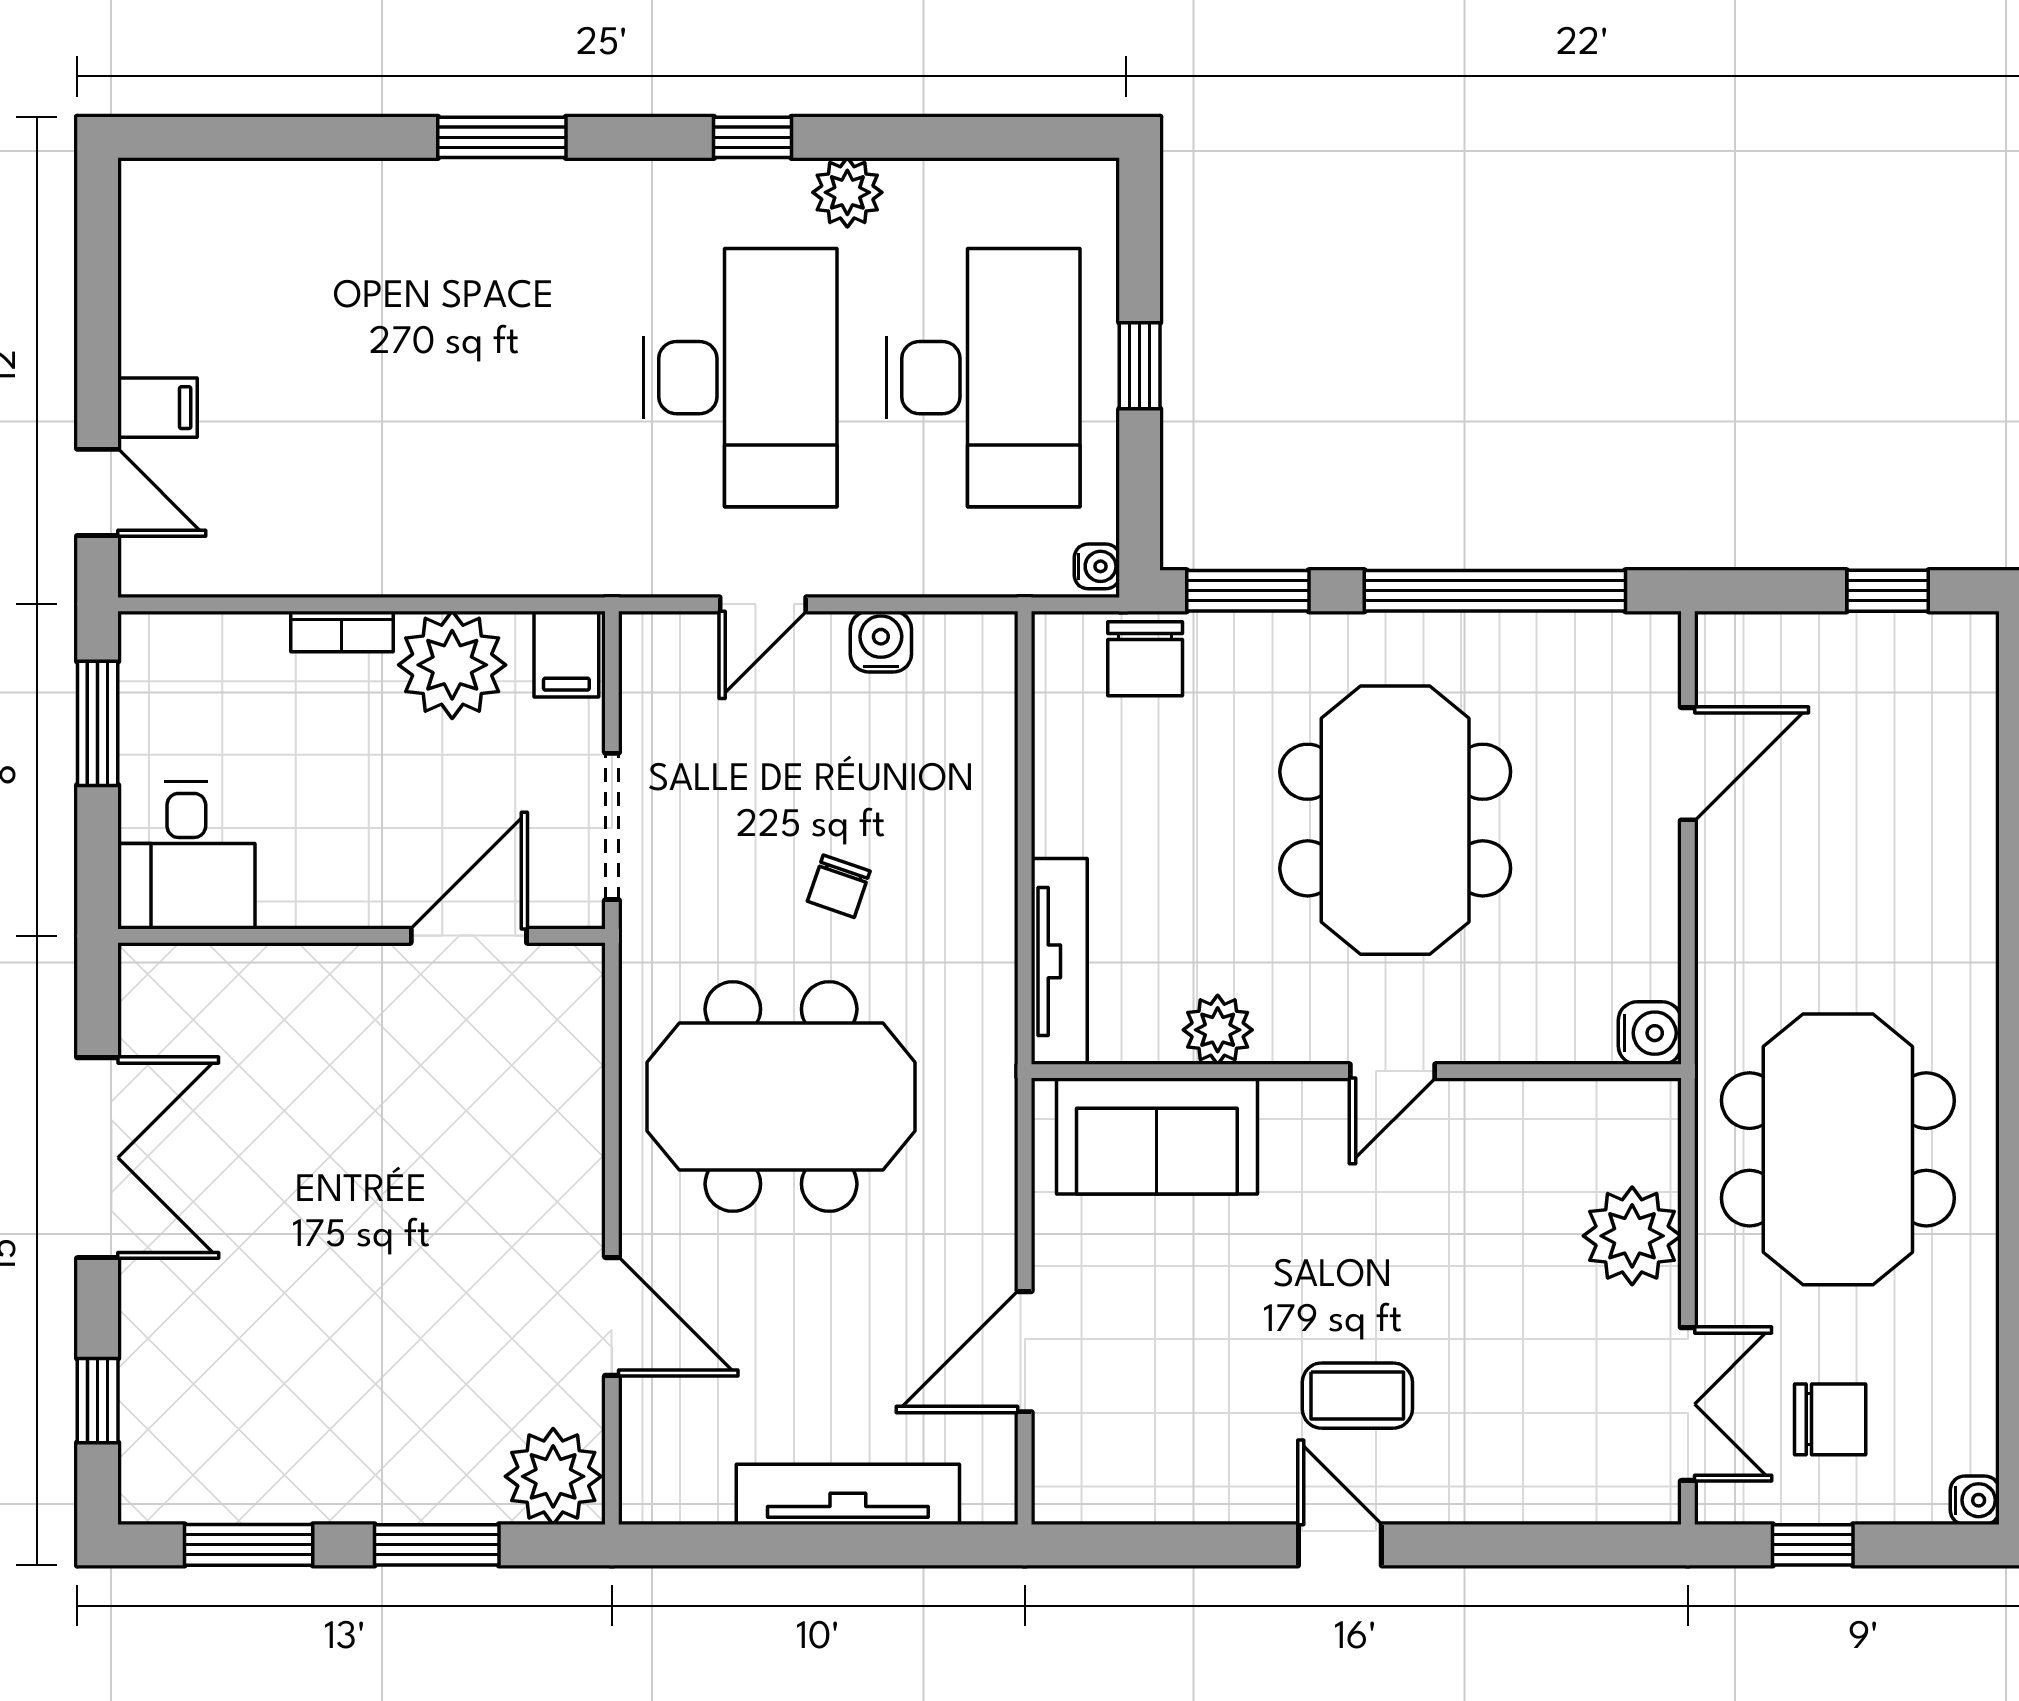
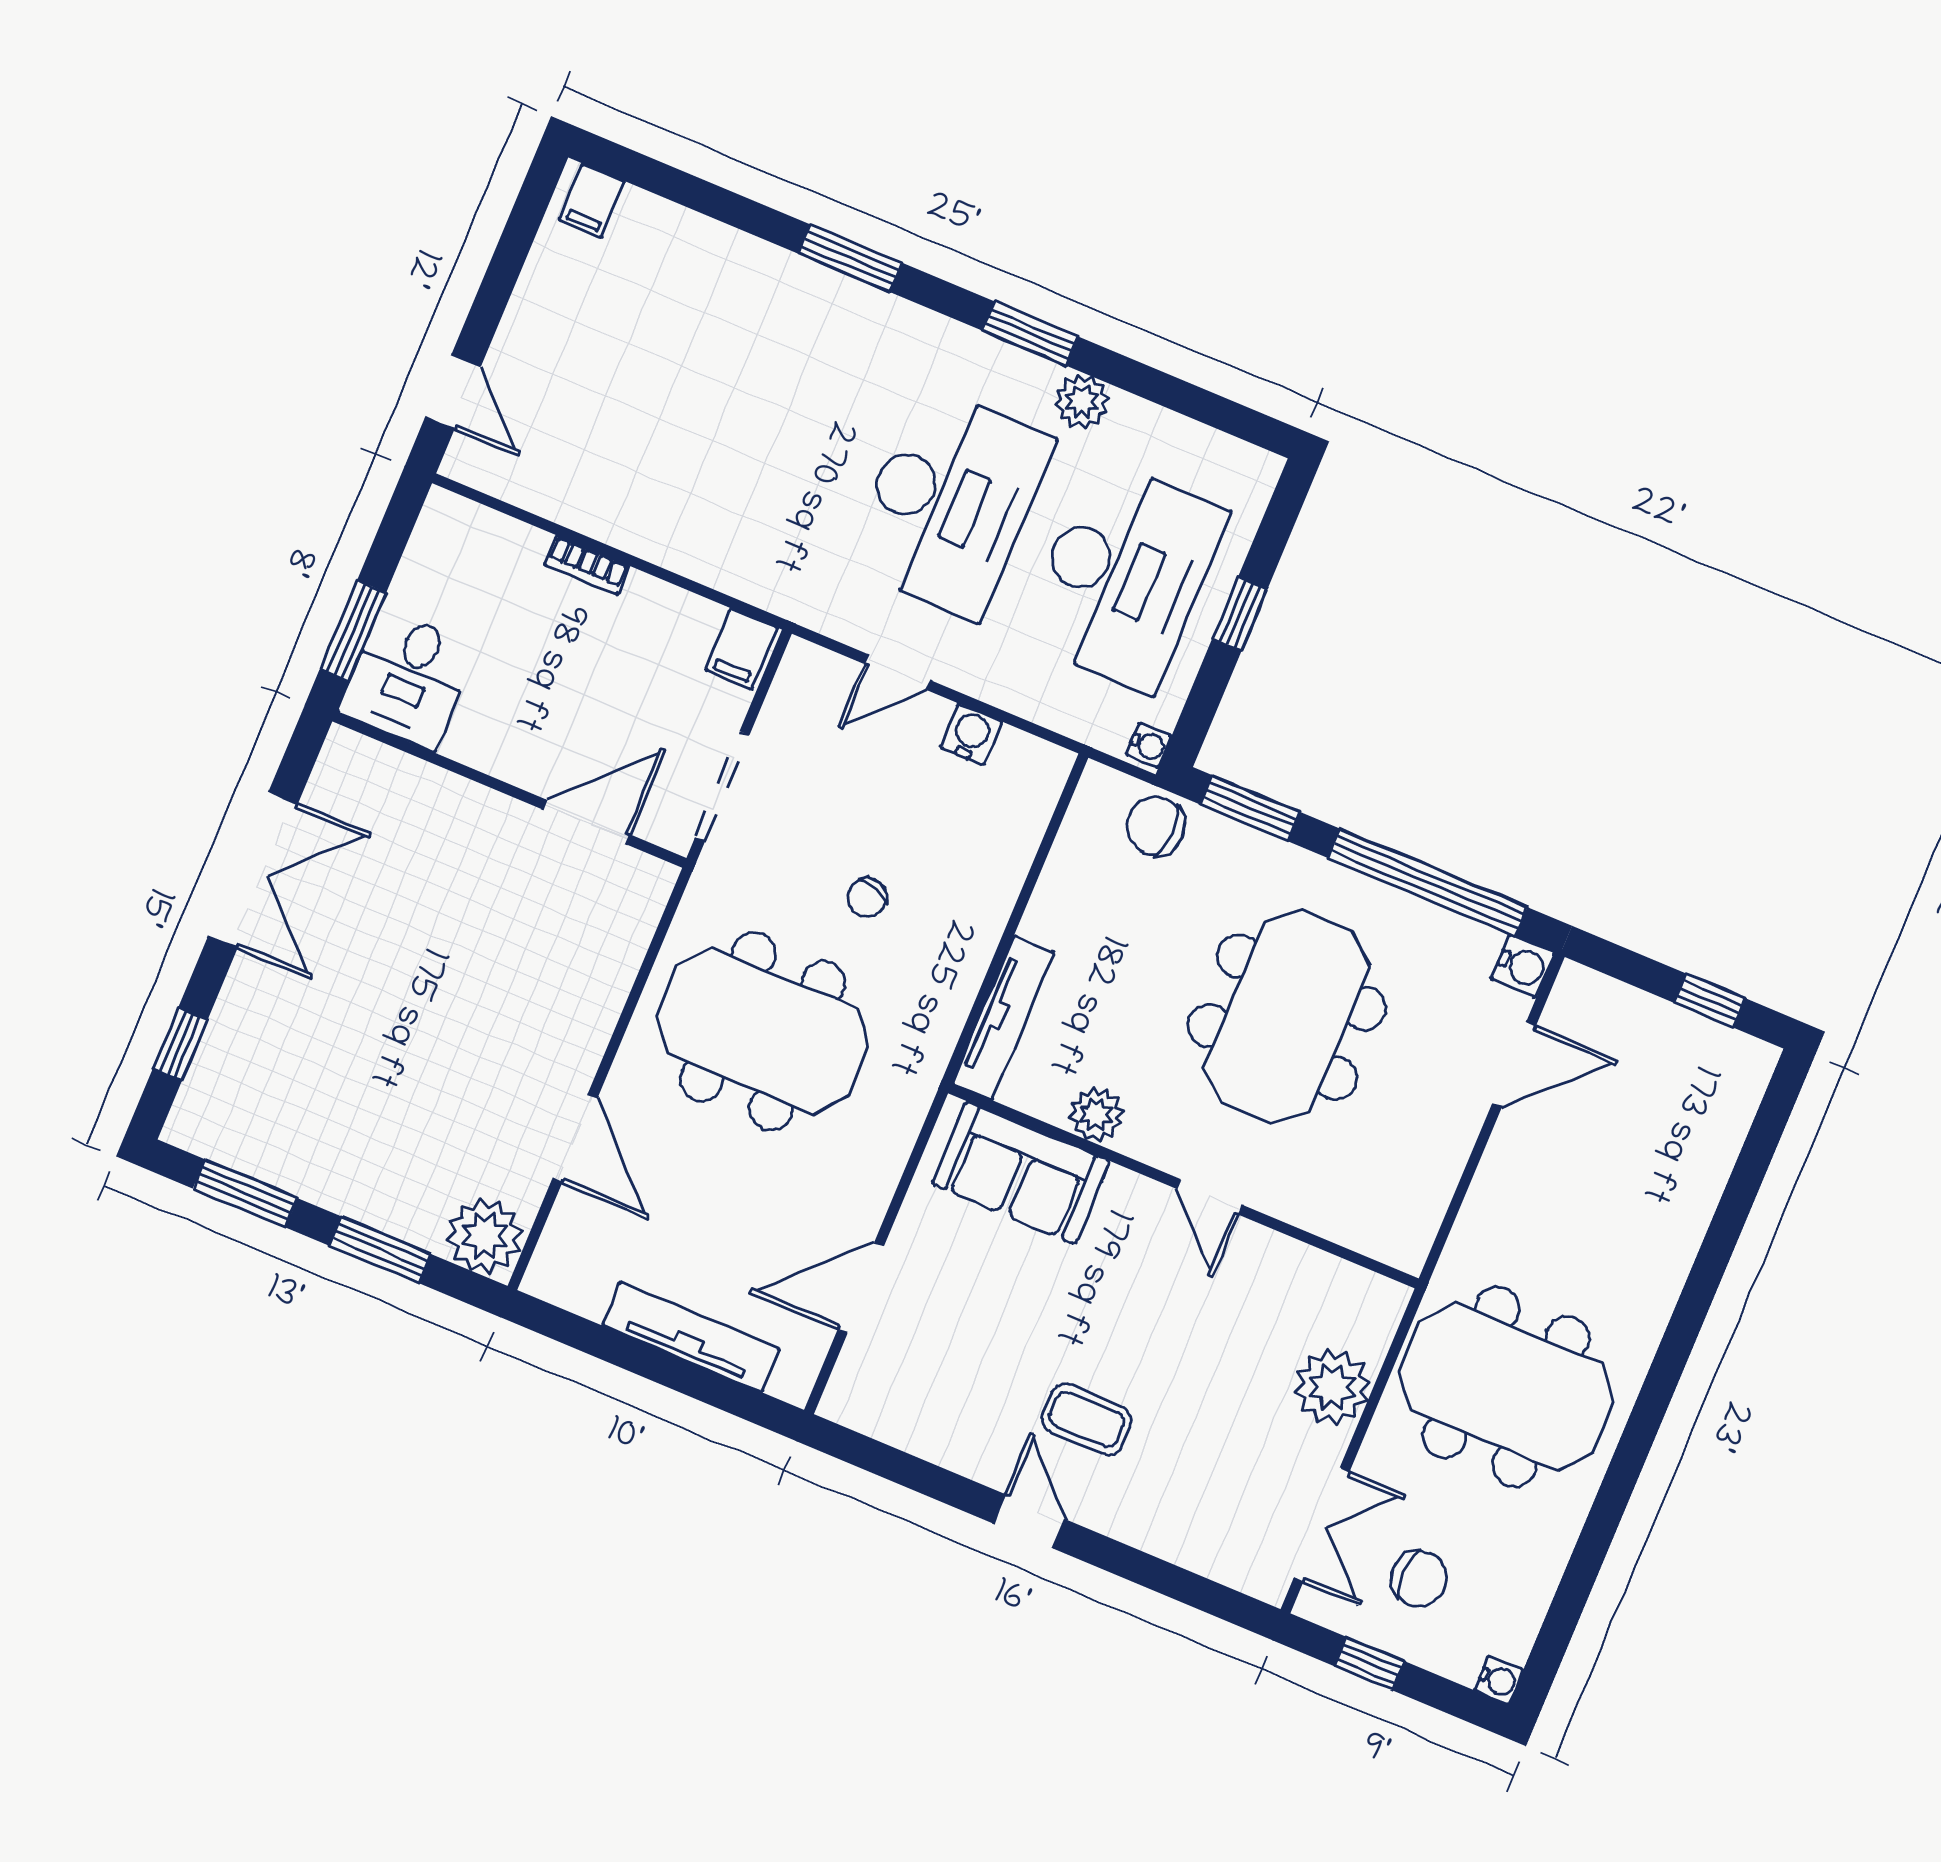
window: (753, 137) -> (1030, 334), width x1.50
filing cabinet: (157, 408) -> (592, 201), moved, turned 90
chair: (1145, 659) -> (1156, 826), turned 90
plant: (452, 665) -> (656, 622), removed
window: (98, 723) -> (353, 631), moved
water cooler: (1650, 1033) -> (1523, 966), moved
door: (1393, 1071) -> (1209, 1197), hinge flipped
meeting table: (1838, 1149) -> (1506, 1387), turned 90

